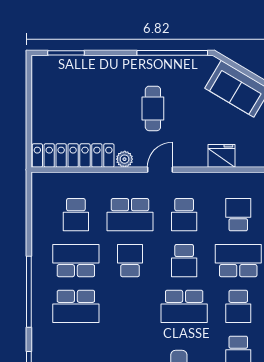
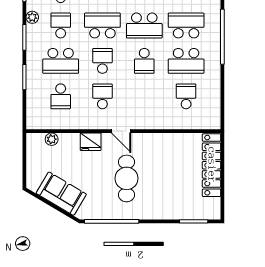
cafe table: (153, 108) -> (127, 178), width x1.37, depth x1.35
locker: (73, 156) -> (212, 165), moved, turned 90
fridge: (222, 156) -> (91, 142), moved
plant: (125, 159) -> (52, 139), moved
door: (160, 170) -> (121, 131), hinge flipped
school desk: (130, 215) -> (144, 25), moved, turned 180

